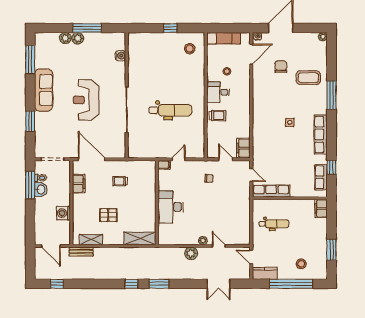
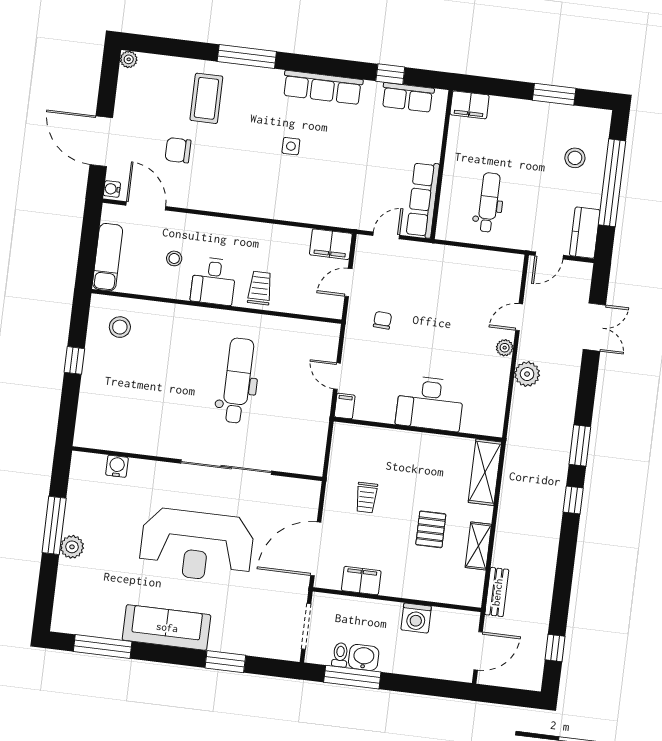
plant: (65, 38) -> (69, 571), removed
reception desk: (86, 100) -> (197, 545), width x1.36, depth x1.30
shelving: (91, 240) -> (478, 546), moved

